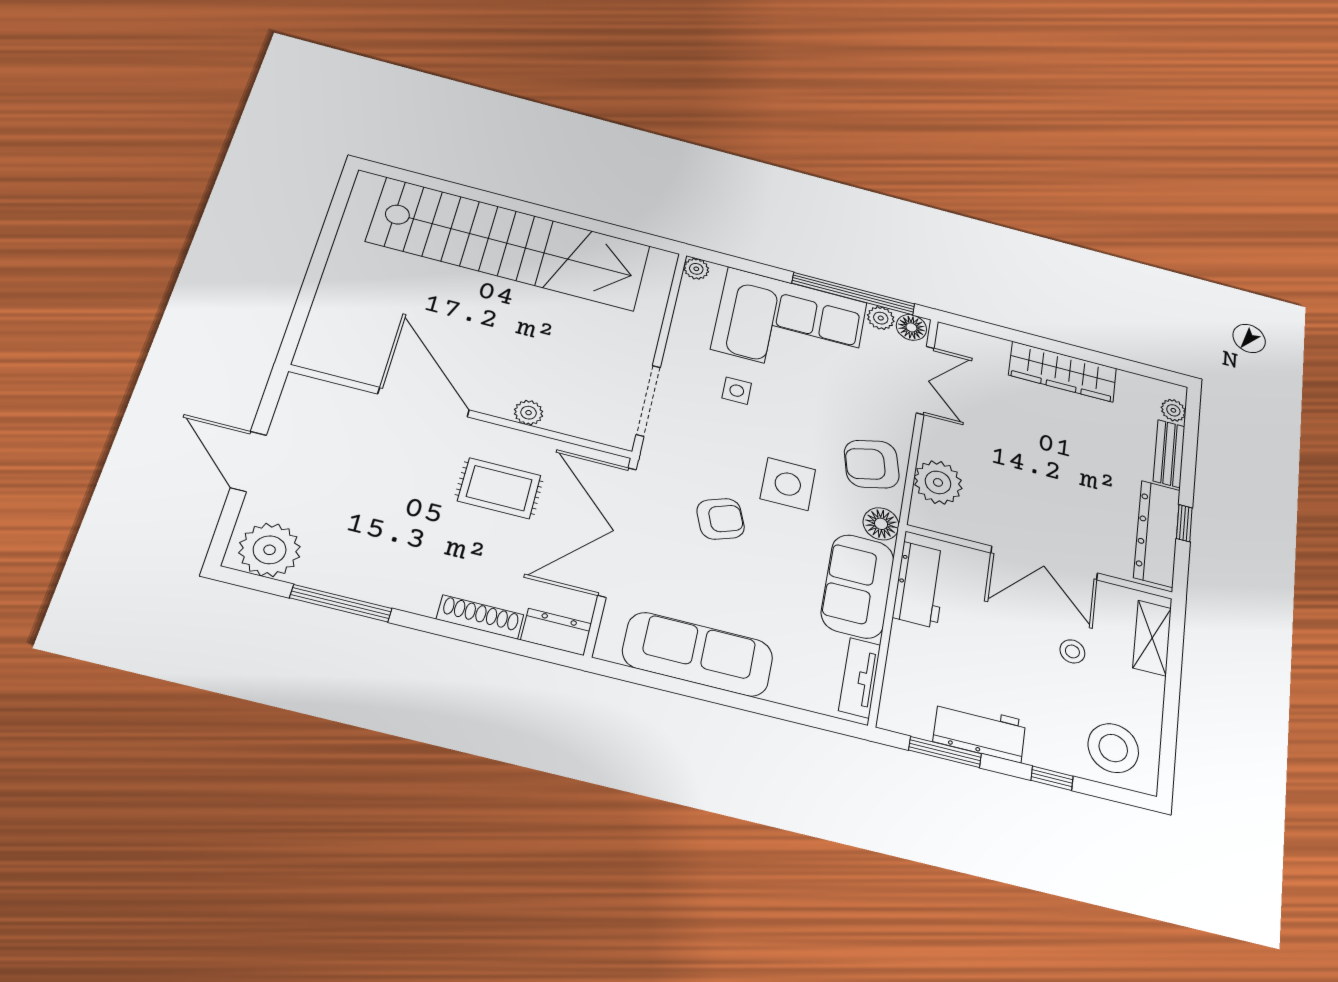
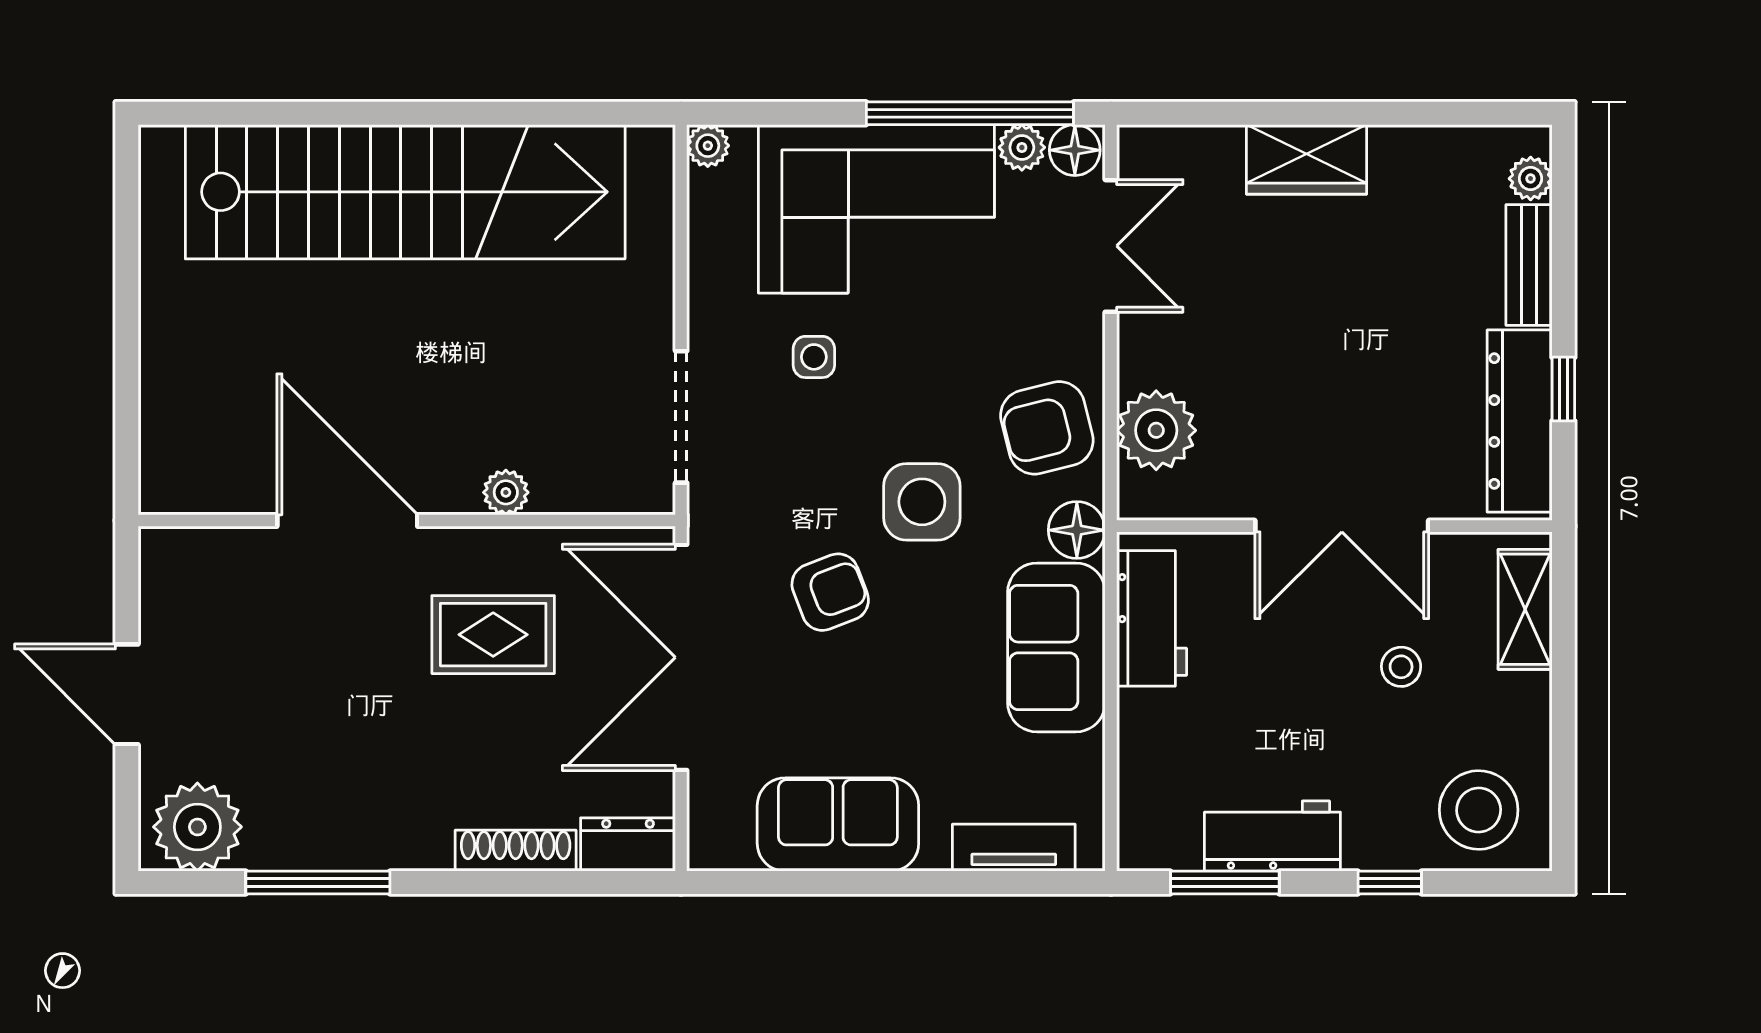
wardrobe: (1063, 372) -> (1307, 159), width x0.67
sofa: (698, 654) -> (838, 824), width x0.73
tv unit: (860, 678) -> (1014, 848), moved, turned 90

